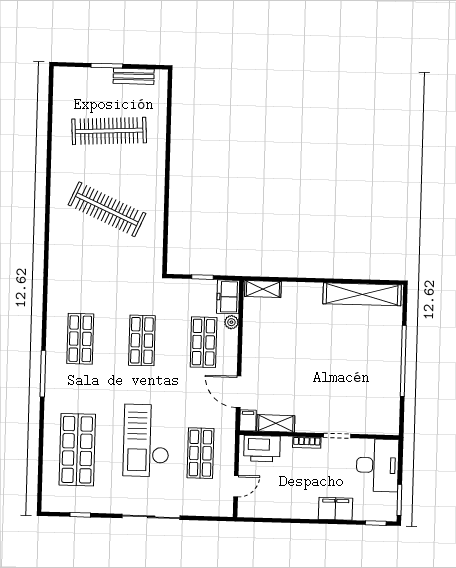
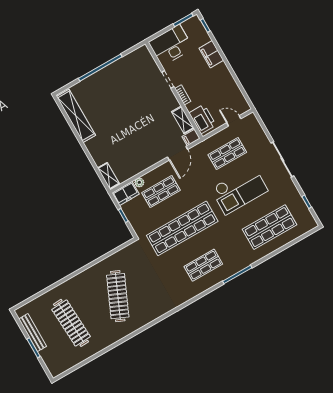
bench: (134, 76) -> (33, 333), width x1.36
shop shelf: (142, 340) -> (182, 228), width x2.00, depth x1.36

